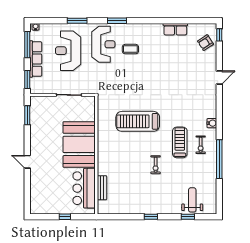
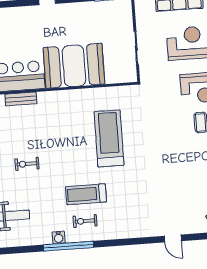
water cooler: (212, 123) -> (59, 237), moved
treadmill: (180, 142) -> (86, 194), turned 180
exercise bike: (156, 165) -> (27, 164), moved

